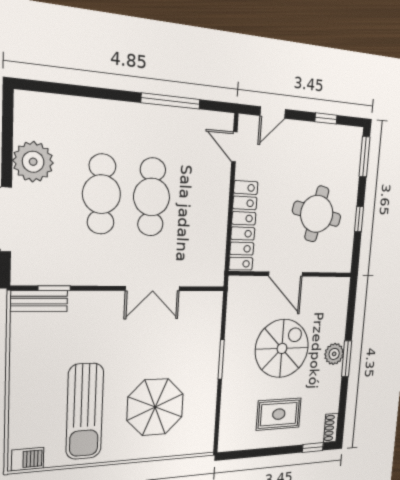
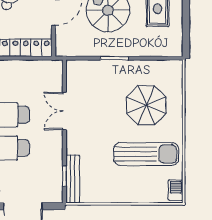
double door: (153, 289) -> (64, 111), swing flipped
bench: (39, 301) -> (73, 179), width x1.36

